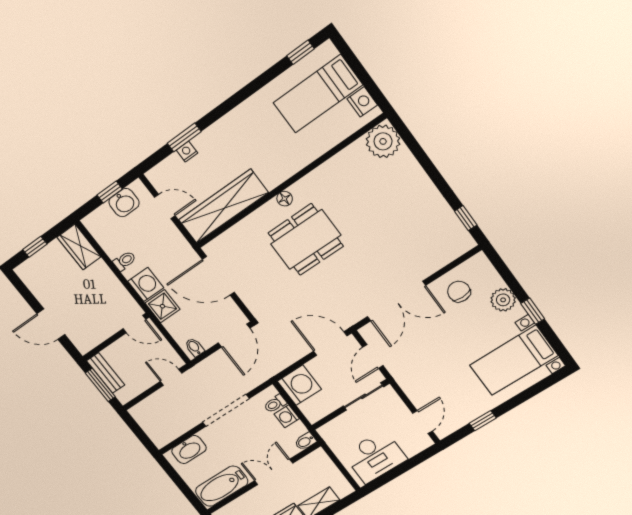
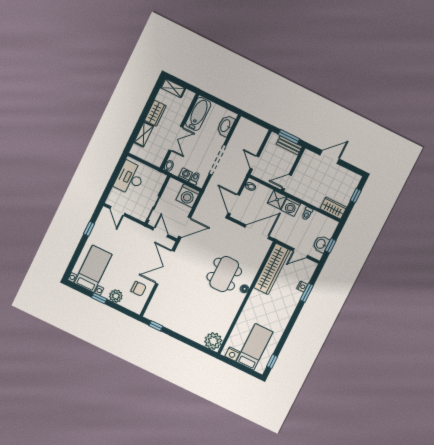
door: (171, 377) -> (254, 163), swing flipped

